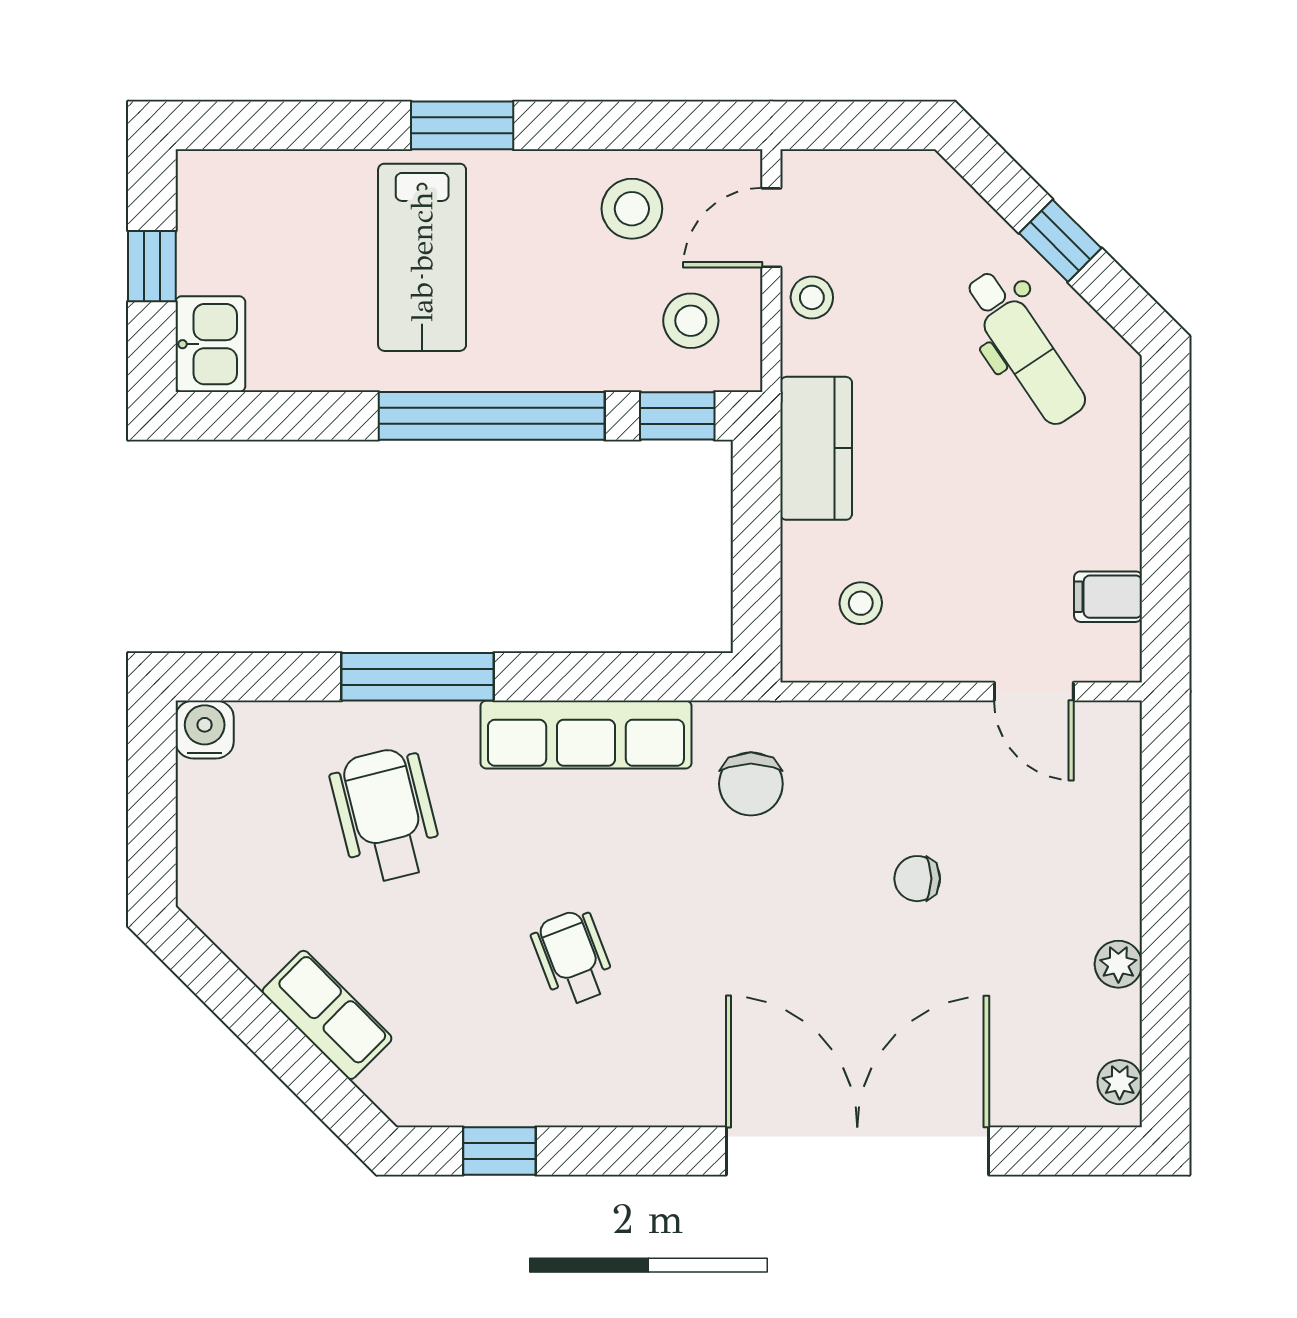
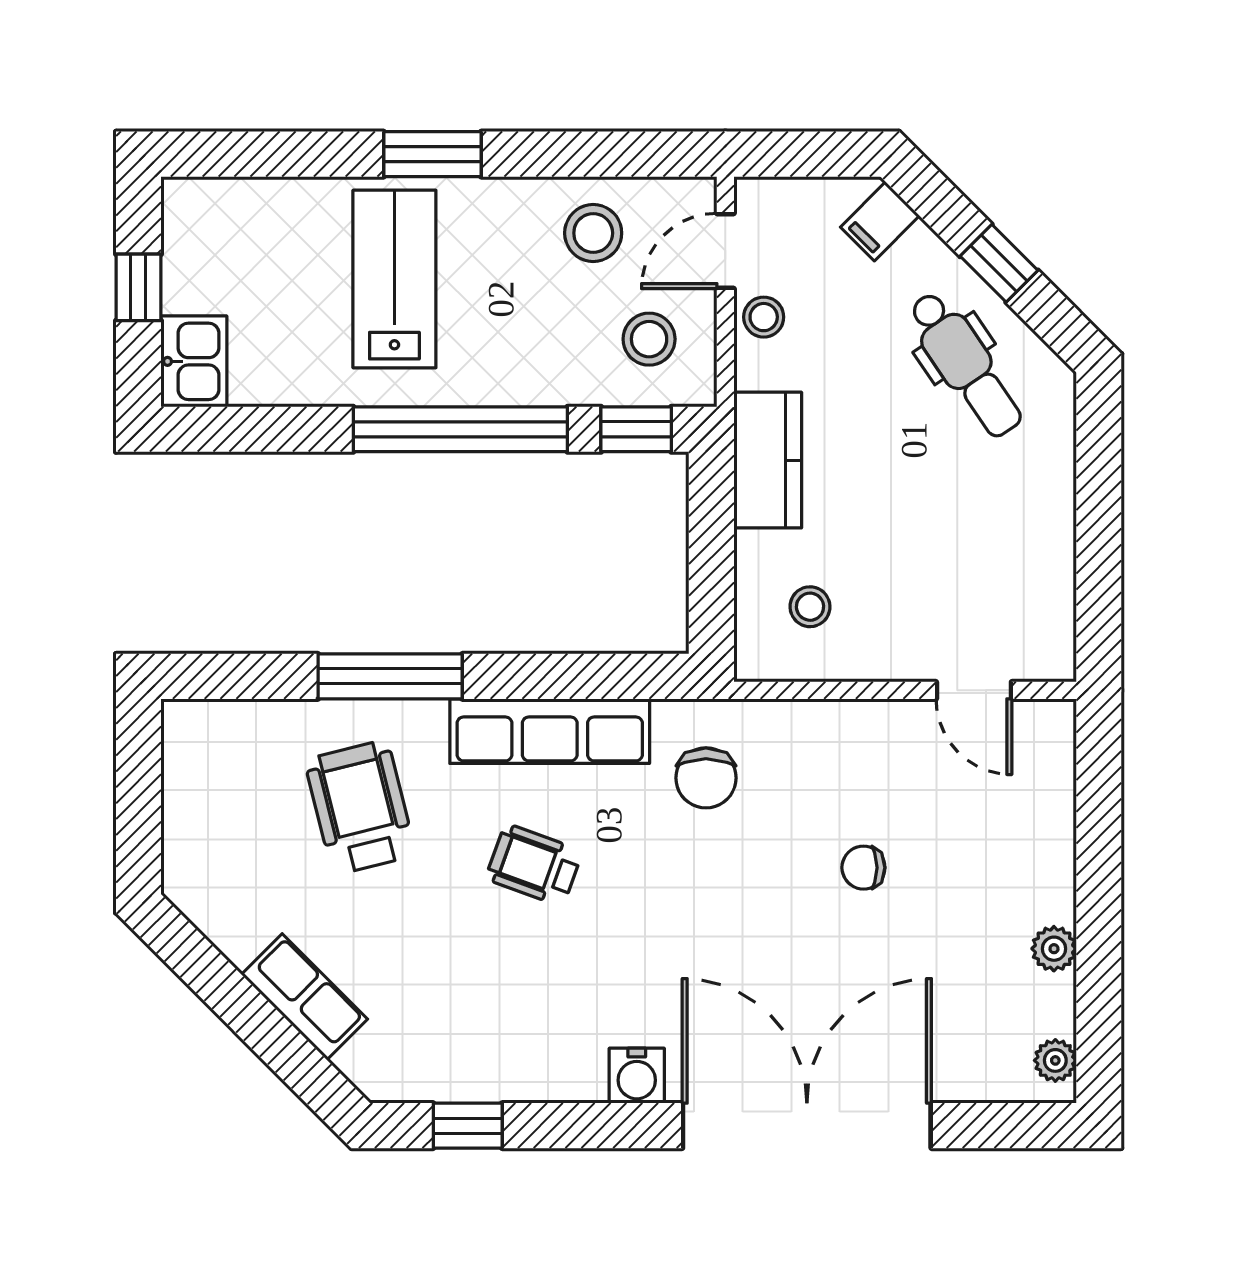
lab bench: (422, 257) -> (394, 279), turned 180
filing cabinet: (1108, 597) -> (880, 221), moved, turned -45
water cooler: (205, 729) -> (637, 1076), moved, turned 180
wheelchair: (573, 958) -> (534, 865), moved, turned -49

